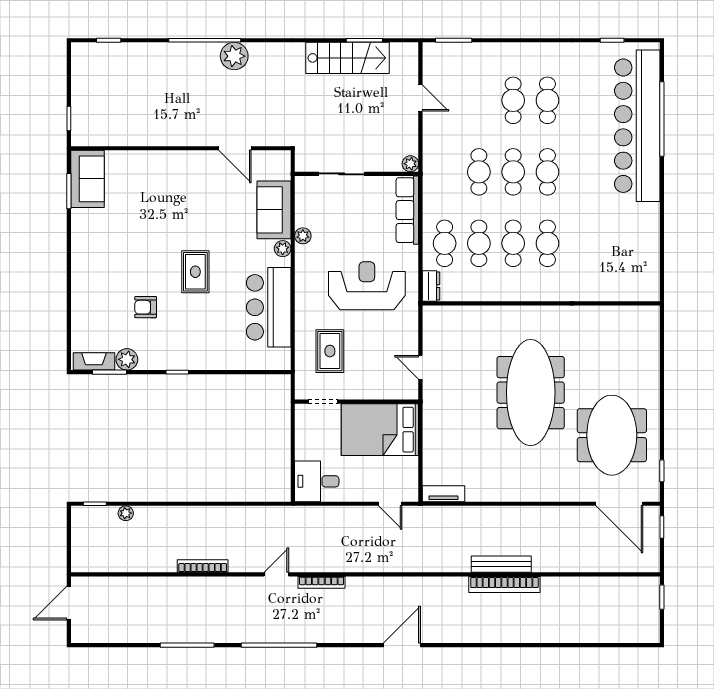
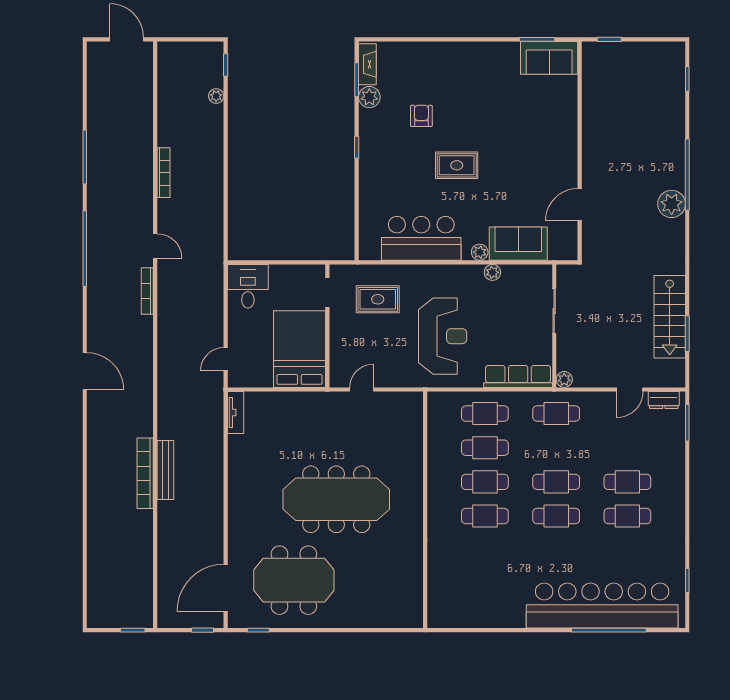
cafe table: (479, 172) -> (556, 414), moved
dresser: (431, 286) -> (664, 400), moved

